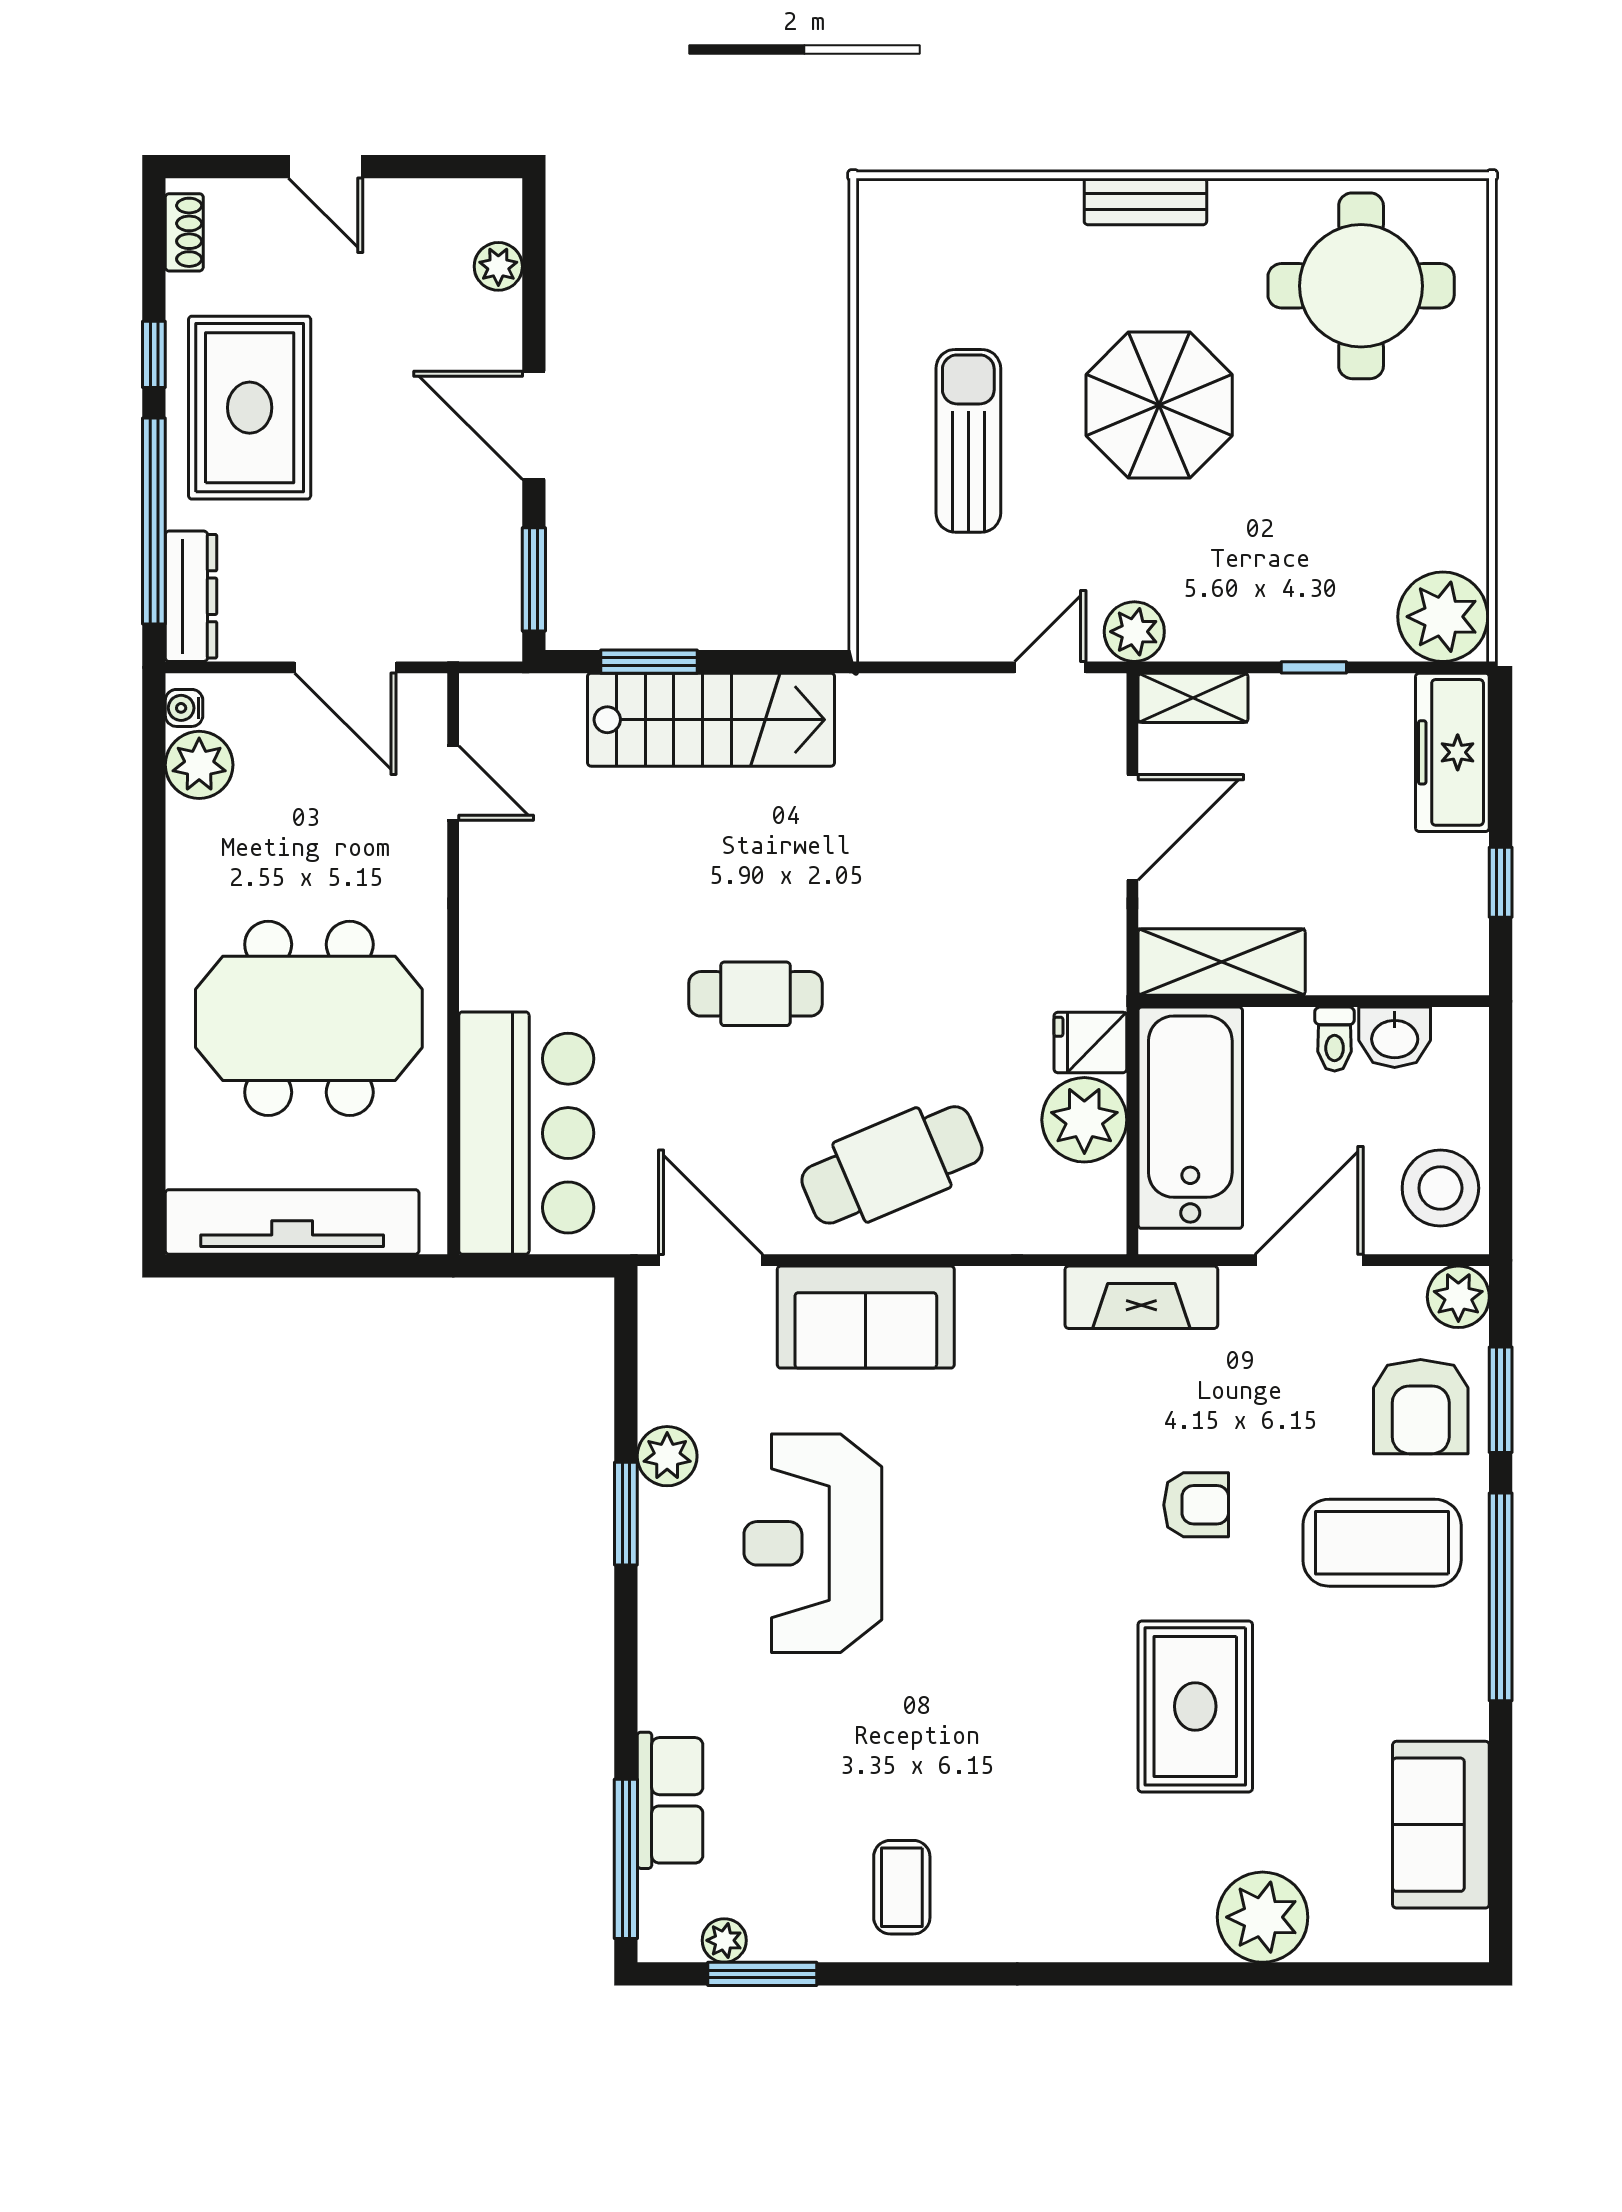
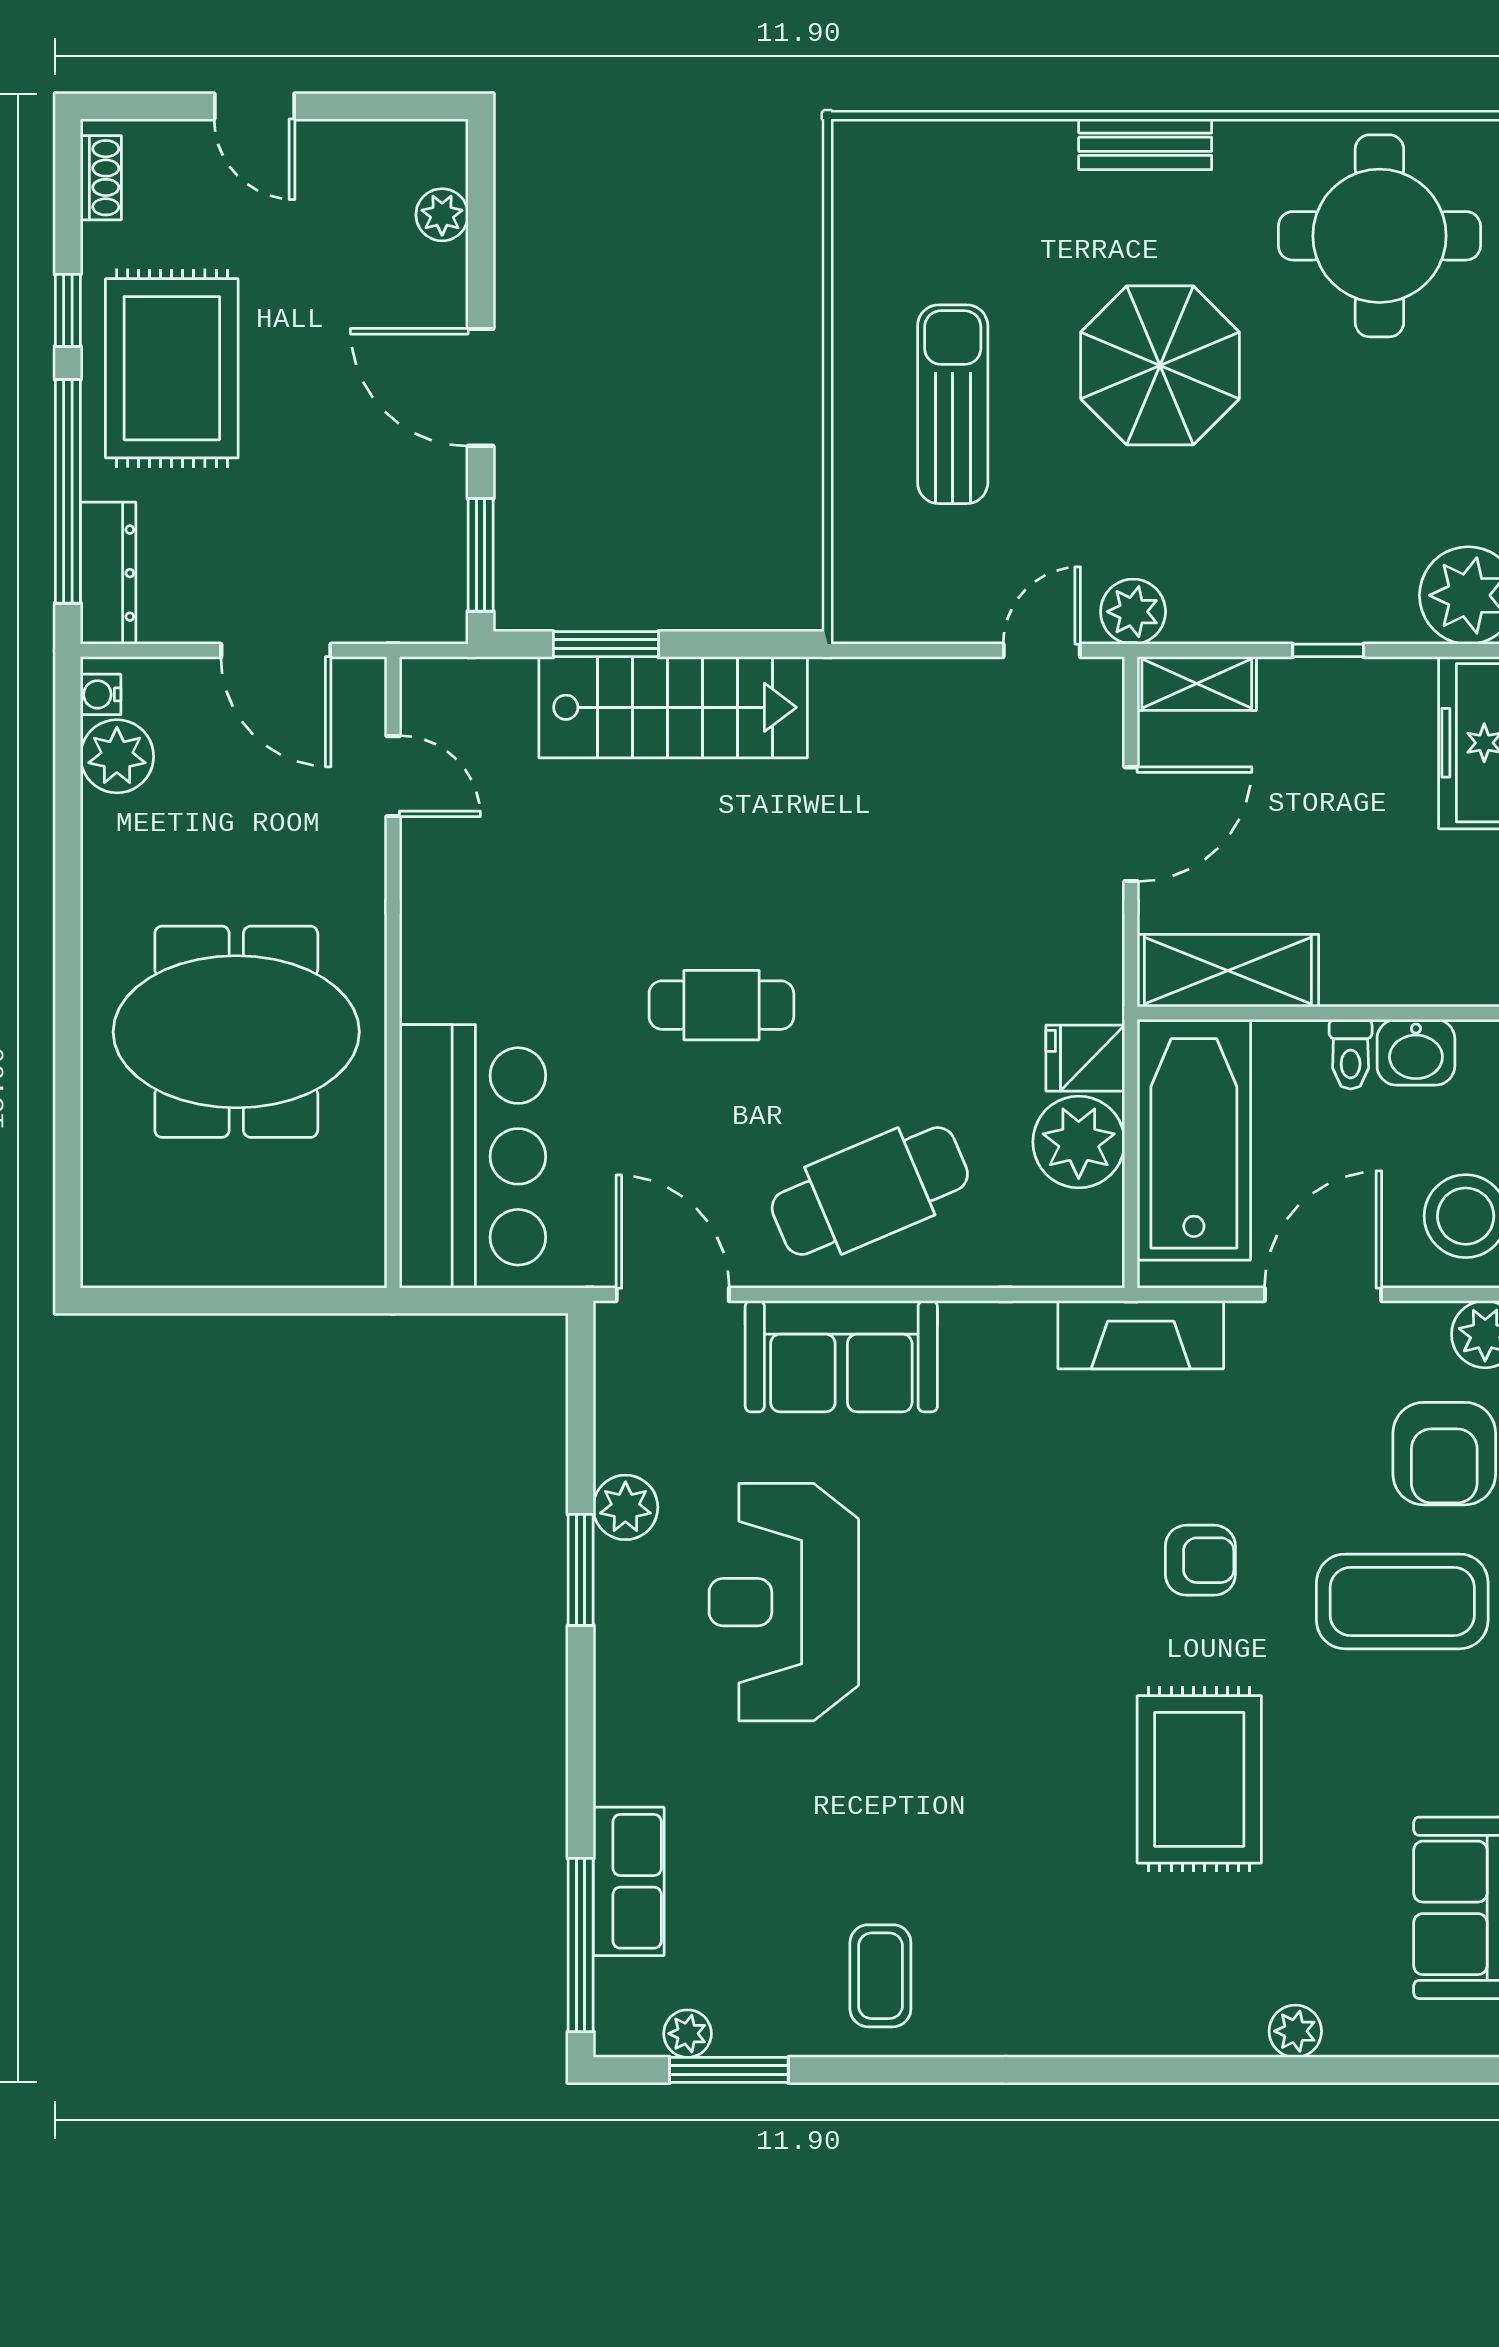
tv unit: (292, 1222) -> (218, 1253), removed
plant: (1263, 1917) -> (1295, 2031), width x0.53, depth x0.53

